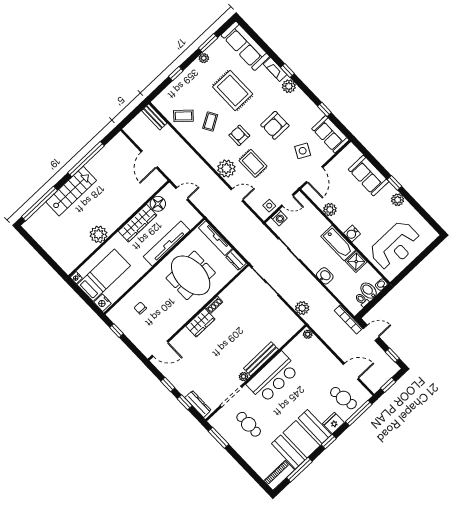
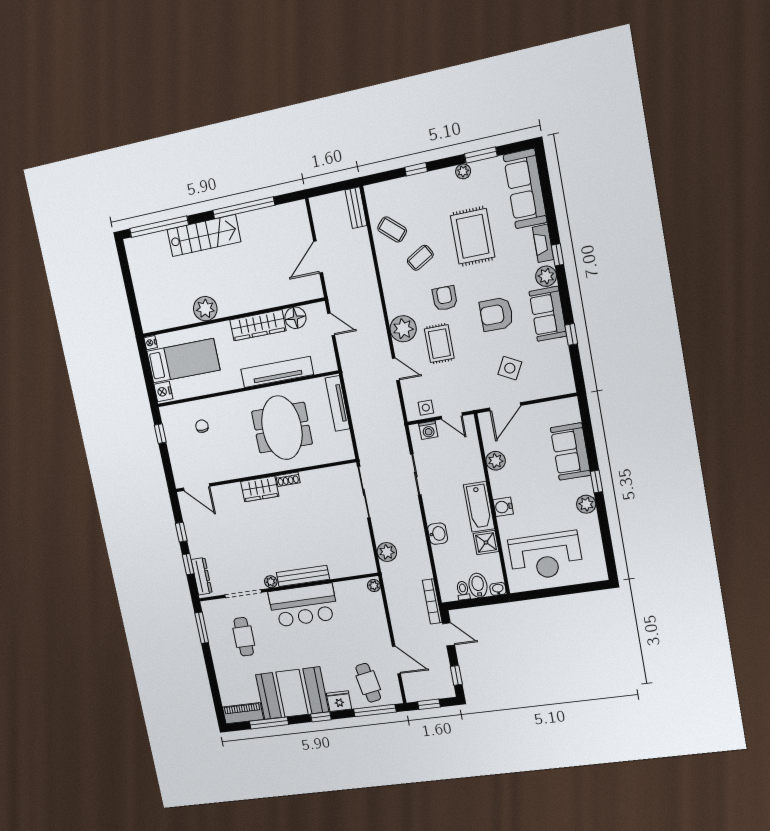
sofa: (330, 134) -> (548, 314), moved
dresser: (236, 260) -> (345, 445), removed

